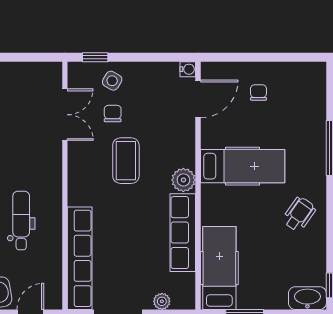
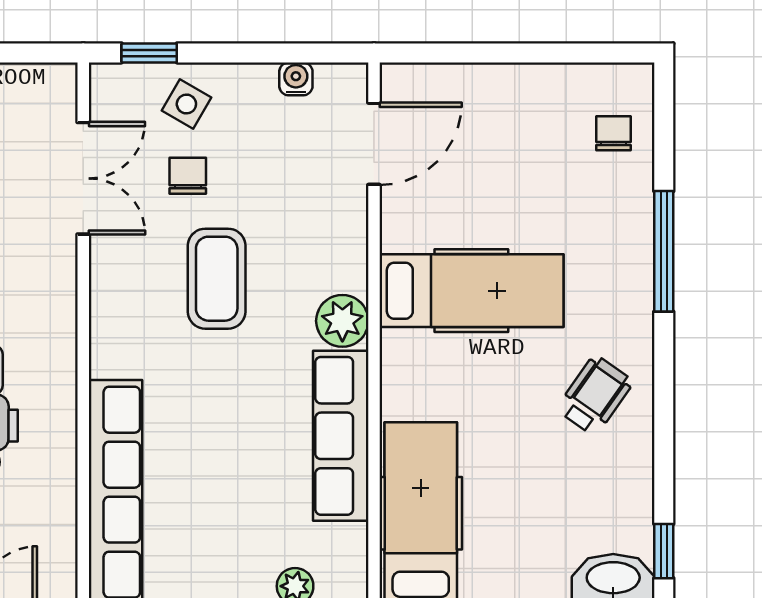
water cooler: (188, 69) -> (296, 79), moved, turned -90
chair: (258, 93) -> (614, 133), moved

